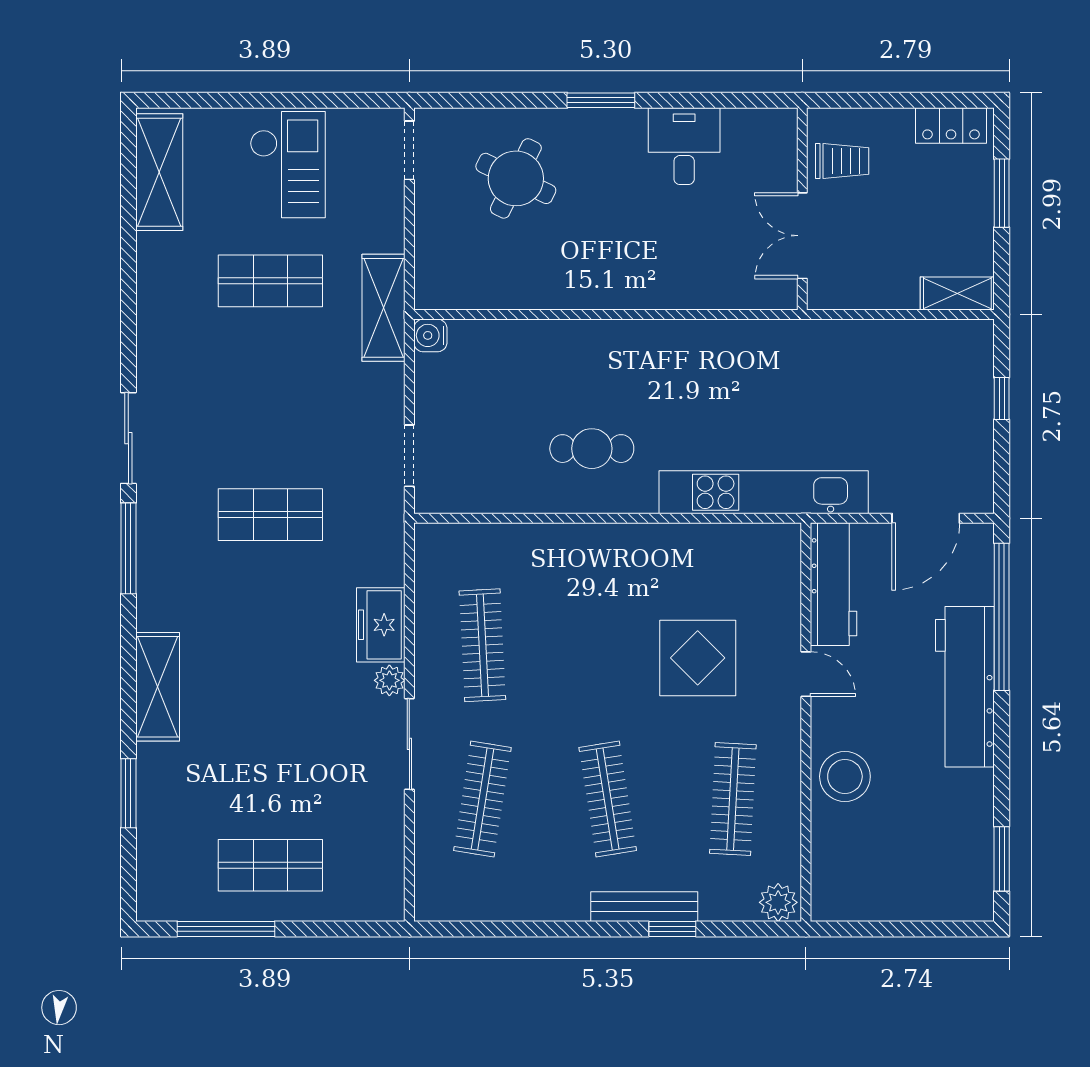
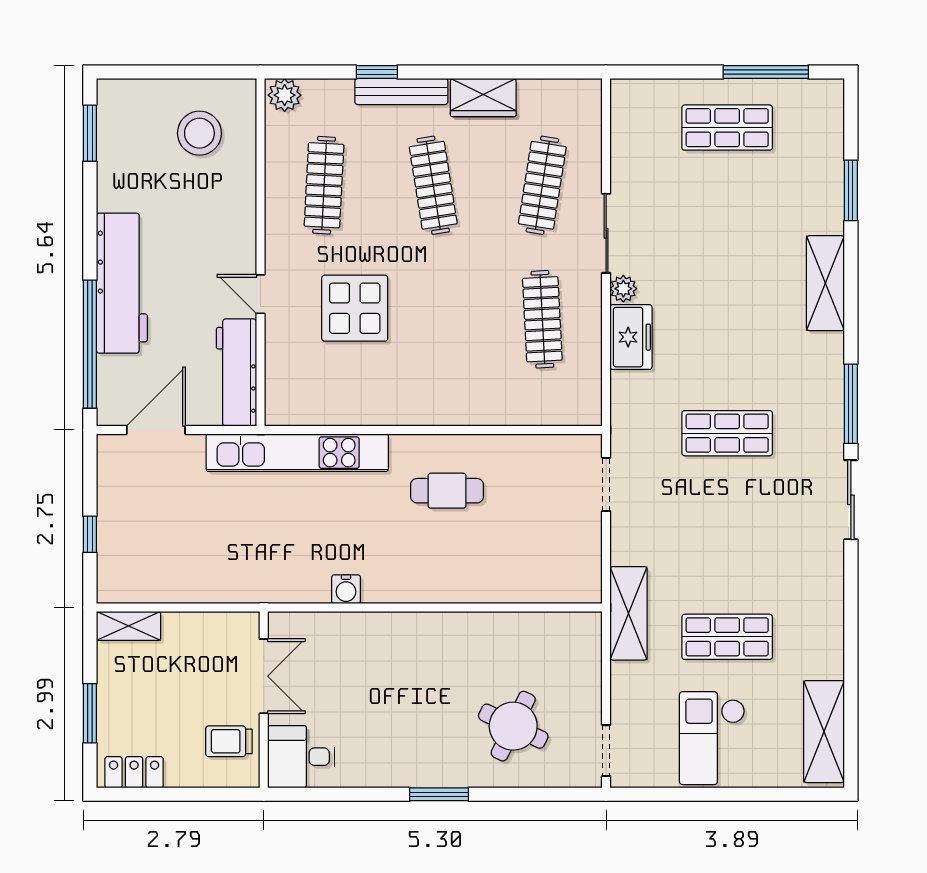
desk: (684, 146) -> (301, 757), moved, turned 90
water cooler: (430, 335) -> (346, 589), moved, turned 90
stool: (845, 776) -> (199, 133), moved
wardrobe: (550, 900) -> (483, 98), added

